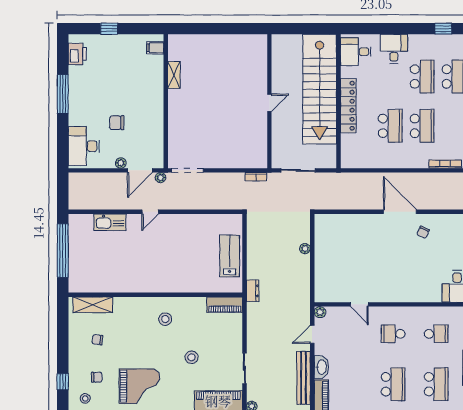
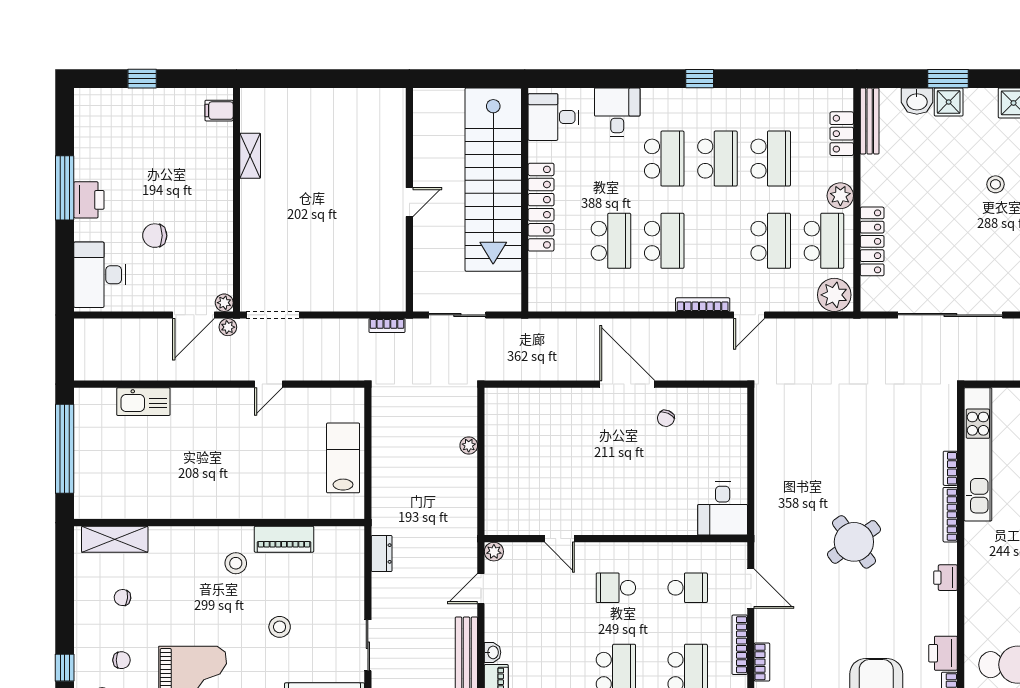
printer: (77, 54) -> (89, 200), moved
plant: (121, 163) -> (224, 303), moved
door: (150, 212) -> (268, 384), moved
dresser: (253, 291) -> (382, 553), moved
piano: (225, 305) -> (284, 539), moved
washbasin: (321, 367) -> (493, 652), width x0.52, depth x0.69

